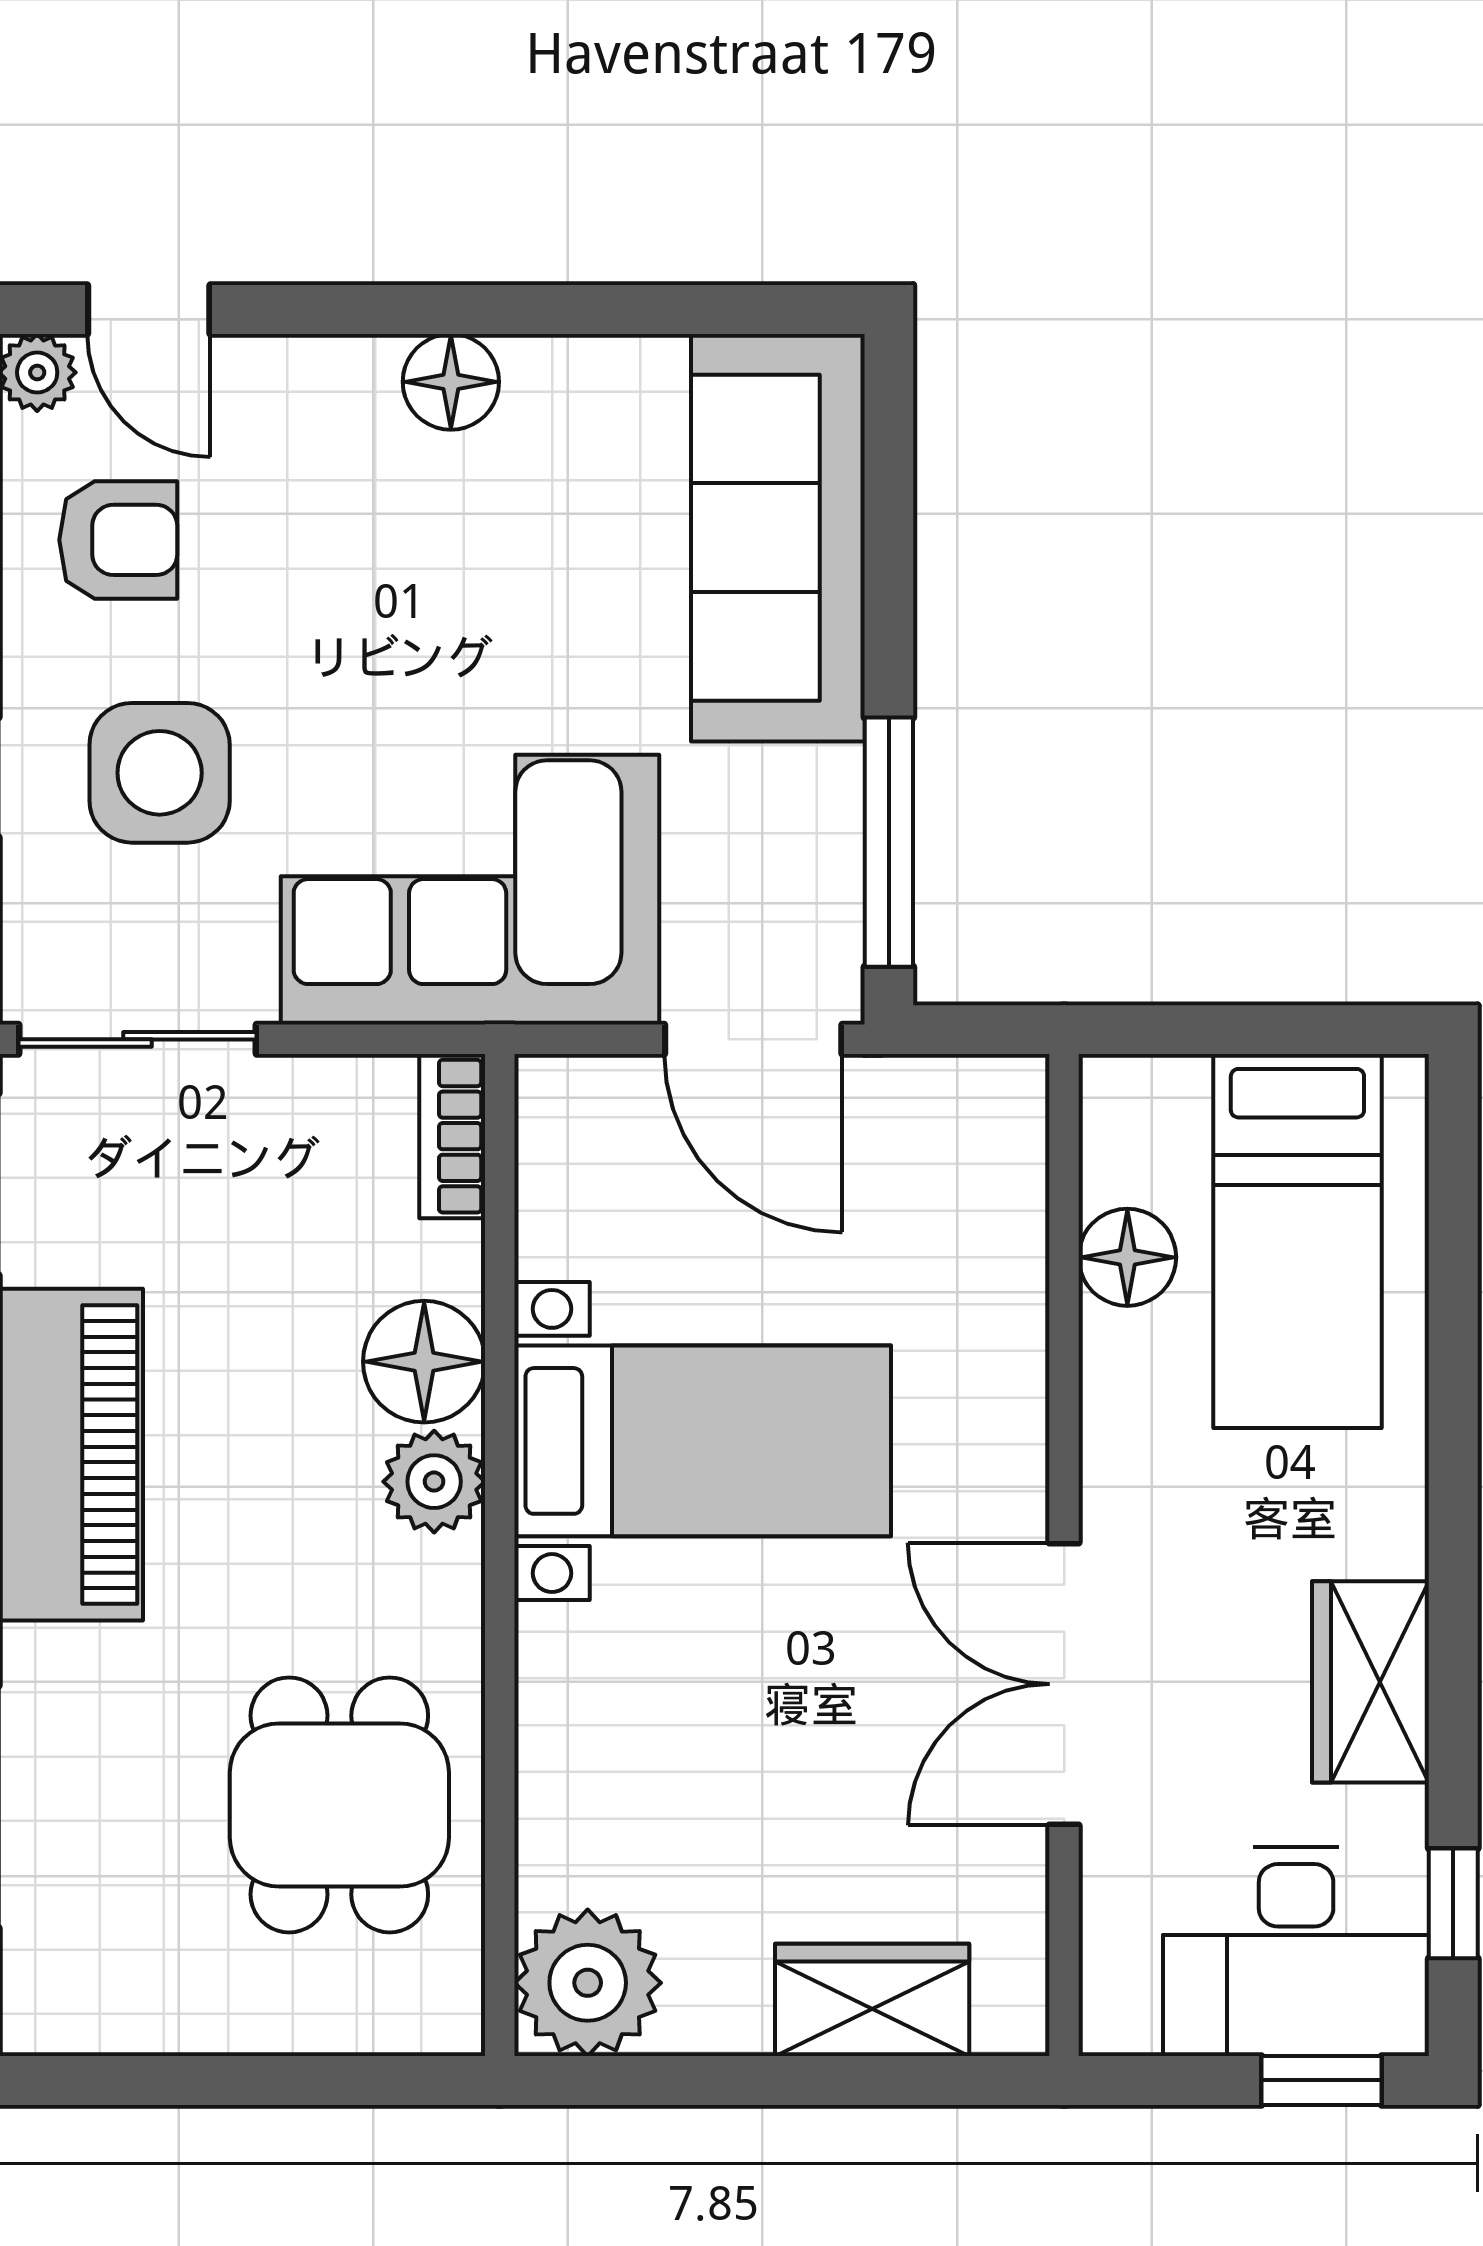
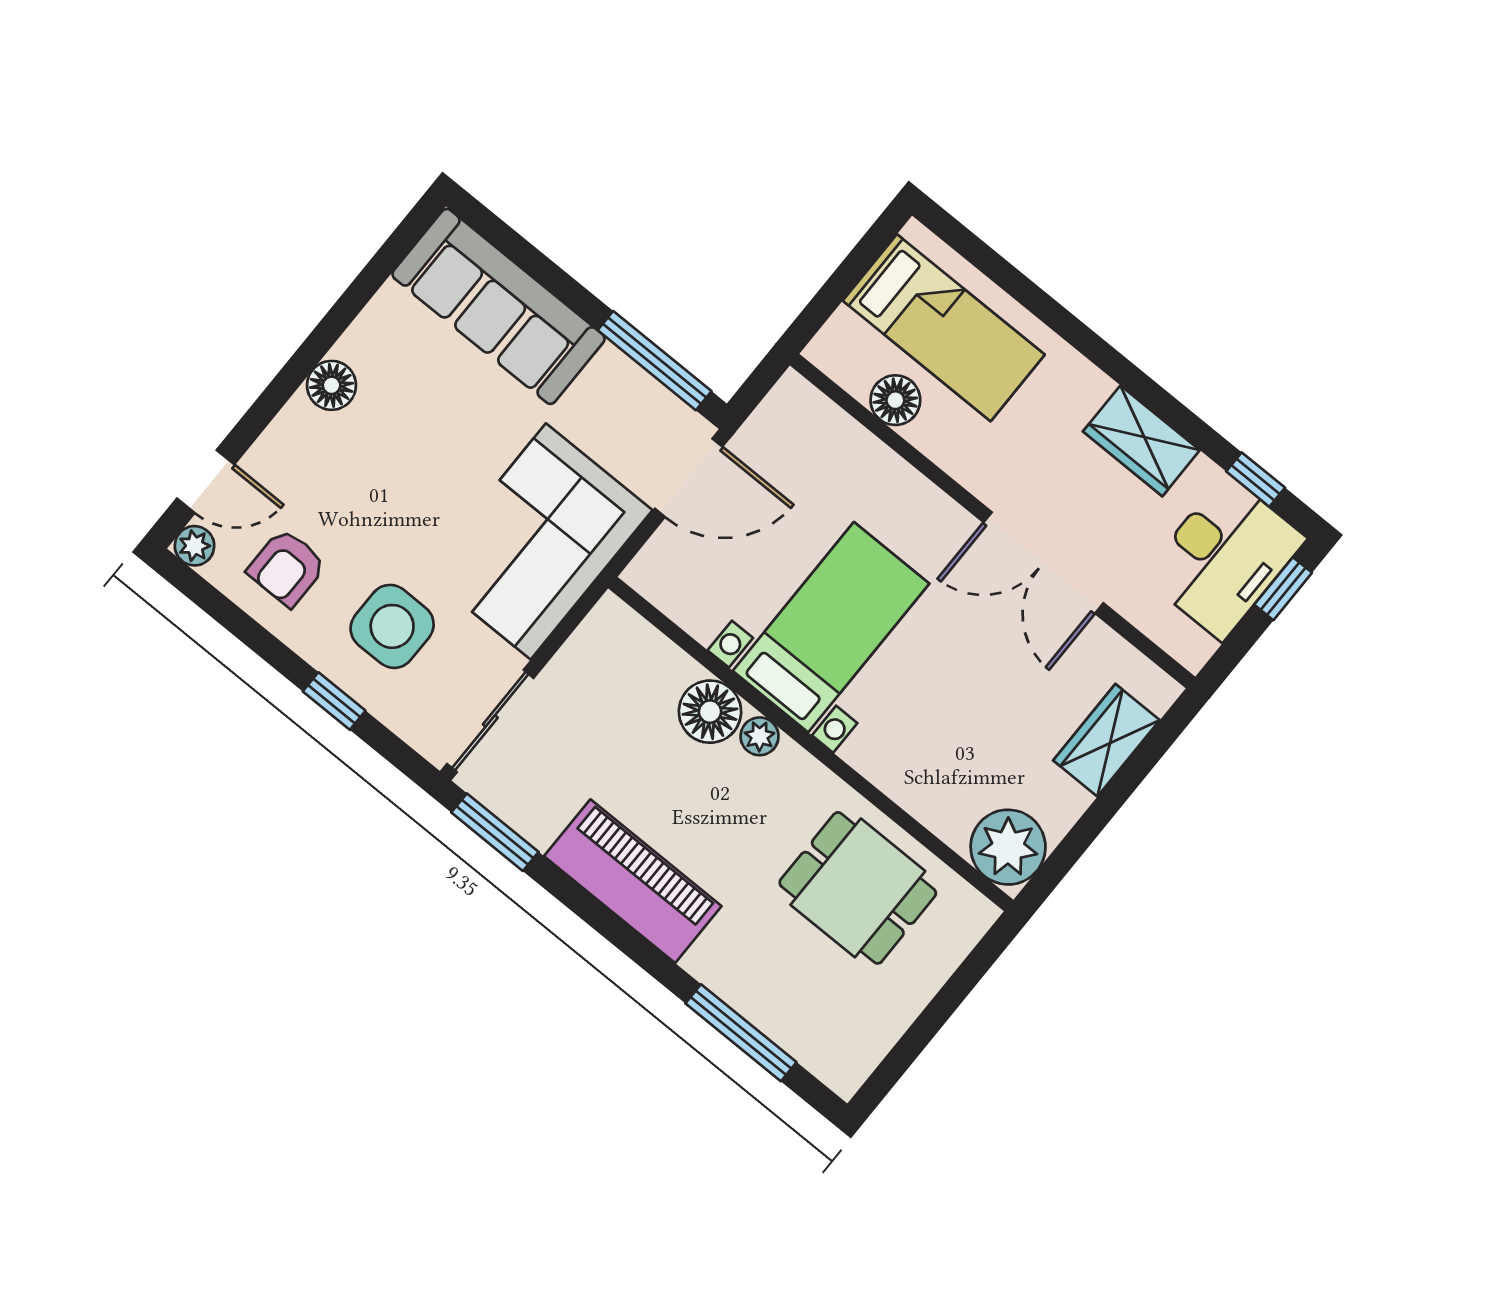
armchair: (118, 540) -> (287, 568), turned 180
bookcase: (452, 1136) -> (630, 628), removed
plant: (434, 1482) -> (760, 736), width x0.73, depth x0.73

